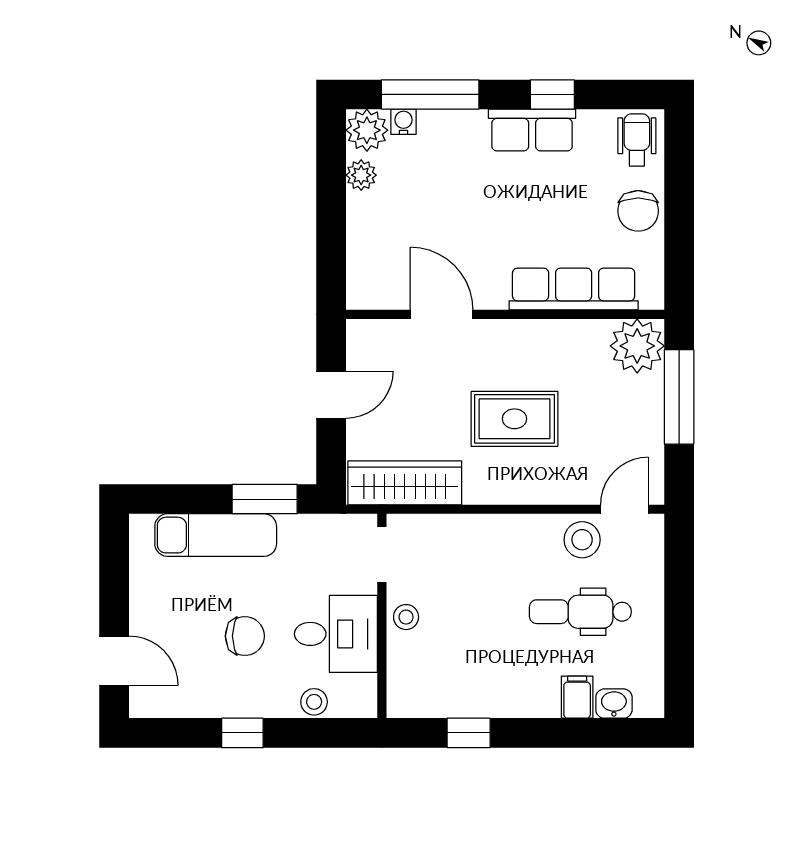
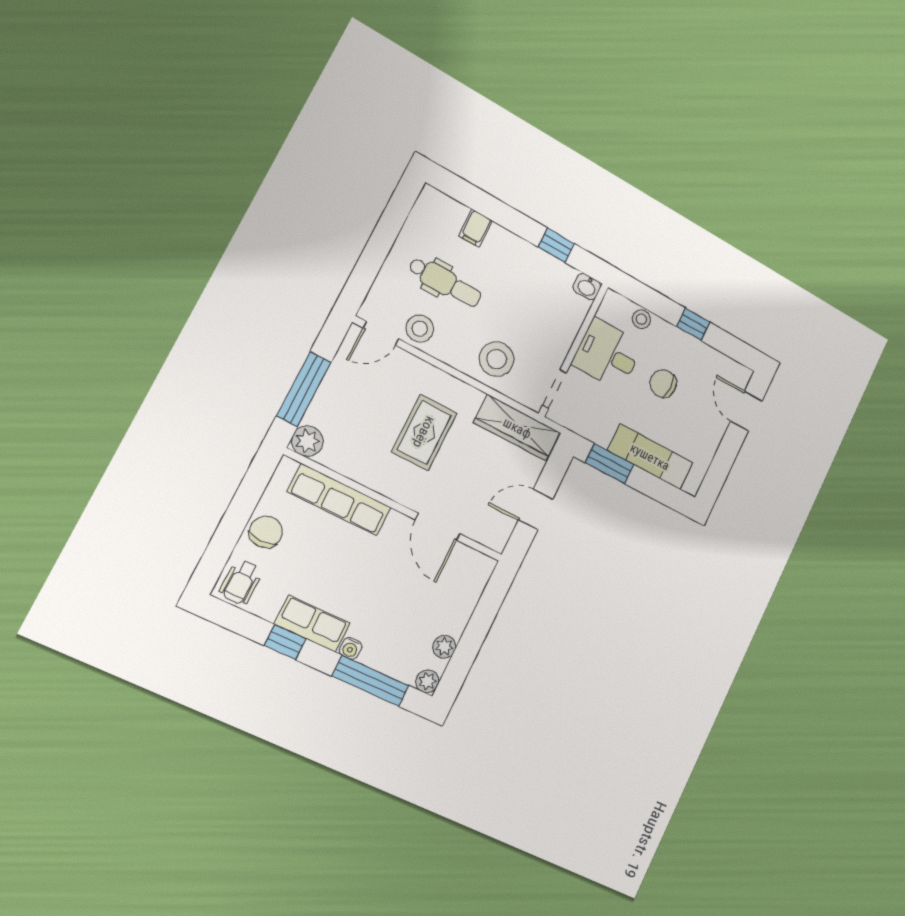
water cooler: (403, 122) -> (351, 648), moved
plant: (367, 130) -> (427, 681), width x0.73, depth x0.73
plant: (637, 346) -> (307, 441), width x0.73, depth x0.73
rug: (514, 419) -> (424, 432), turned 90
stool: (406, 617) -> (497, 359), moved, width x1.89, depth x1.89
washbasin: (614, 704) -> (587, 287), moved

